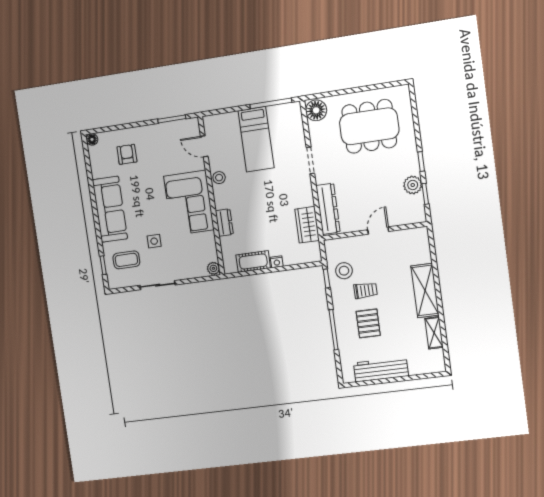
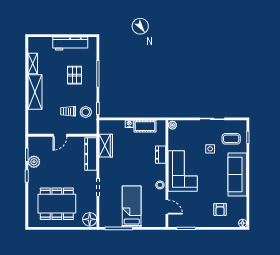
trolley: (366, 290) -> (68, 111), moved

